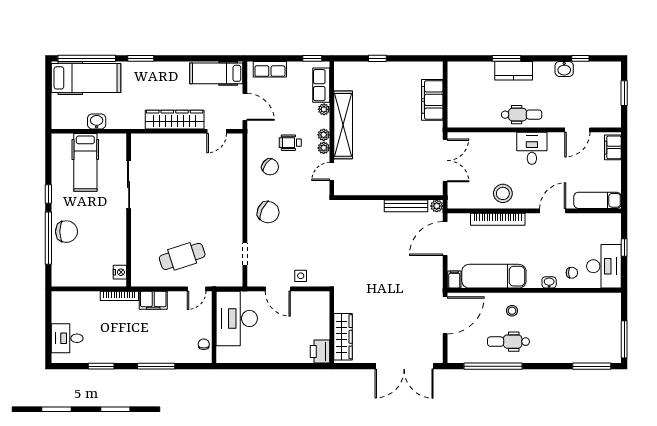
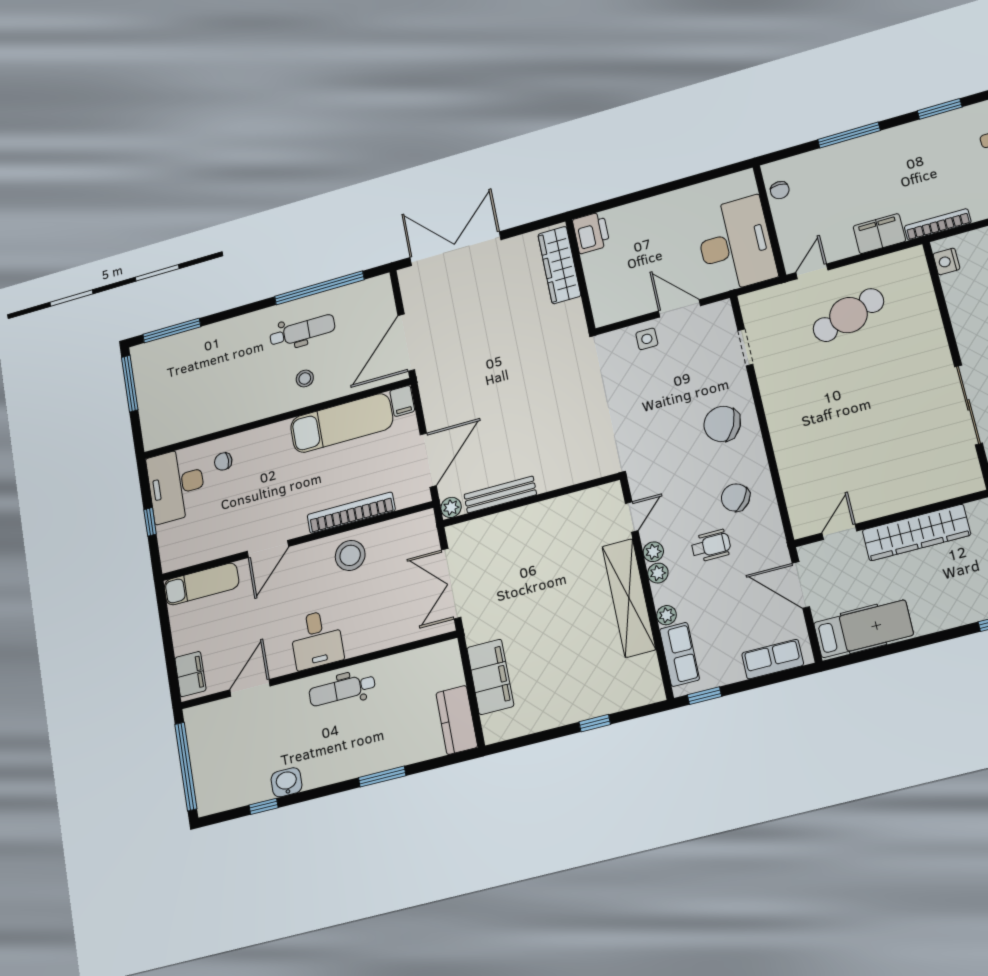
kitchen counter: (514, 71) -> (457, 720), moved, turned -90
window: (624, 93) -> (186, 766), width x2.11
washbasin: (549, 282) -> (255, 437), removed

